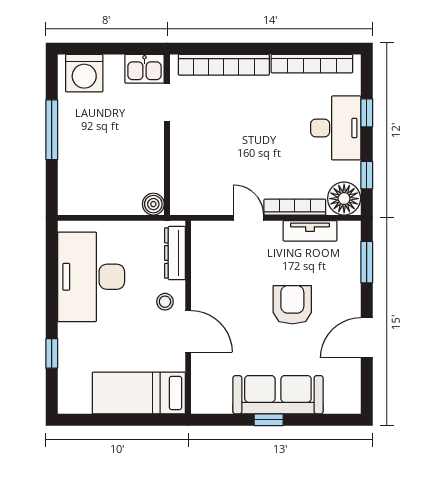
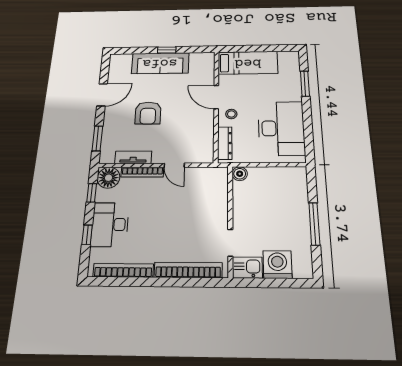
washing machine: (84, 73) -> (277, 264), moved
window: (52, 353) -> (305, 84), width x1.50

